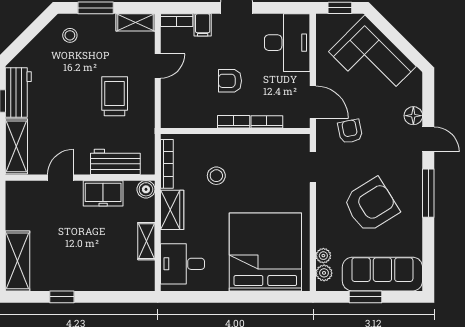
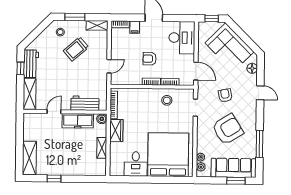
door: (158, 66) -> (109, 66), moved
trolley: (115, 96) -> (76, 49), moved, turned -131
floor lamp: (413, 116) -> (252, 68), moved
armchair: (350, 131) -> (225, 95), moved
stool: (216, 176) -> (167, 100), moved
freezer: (103, 193) -> (78, 121), width x1.40
window: (428, 193) -> (260, 144), moved
desk: (183, 264) -> (136, 164), moved, turned -90
window: (365, 297) -> (236, 181), moved

